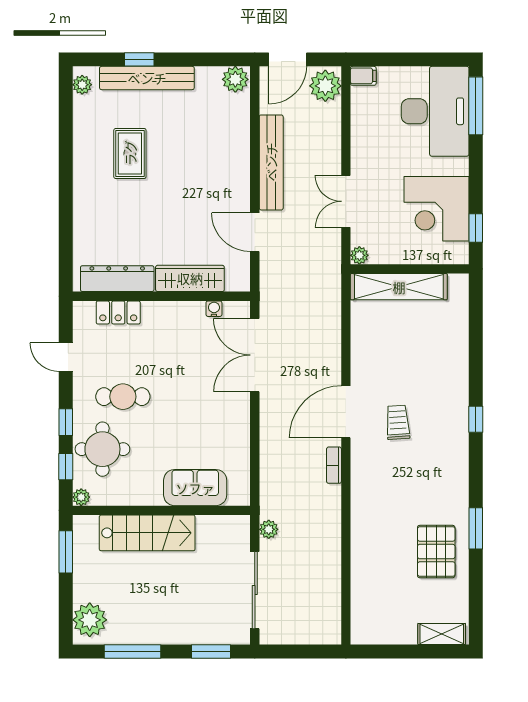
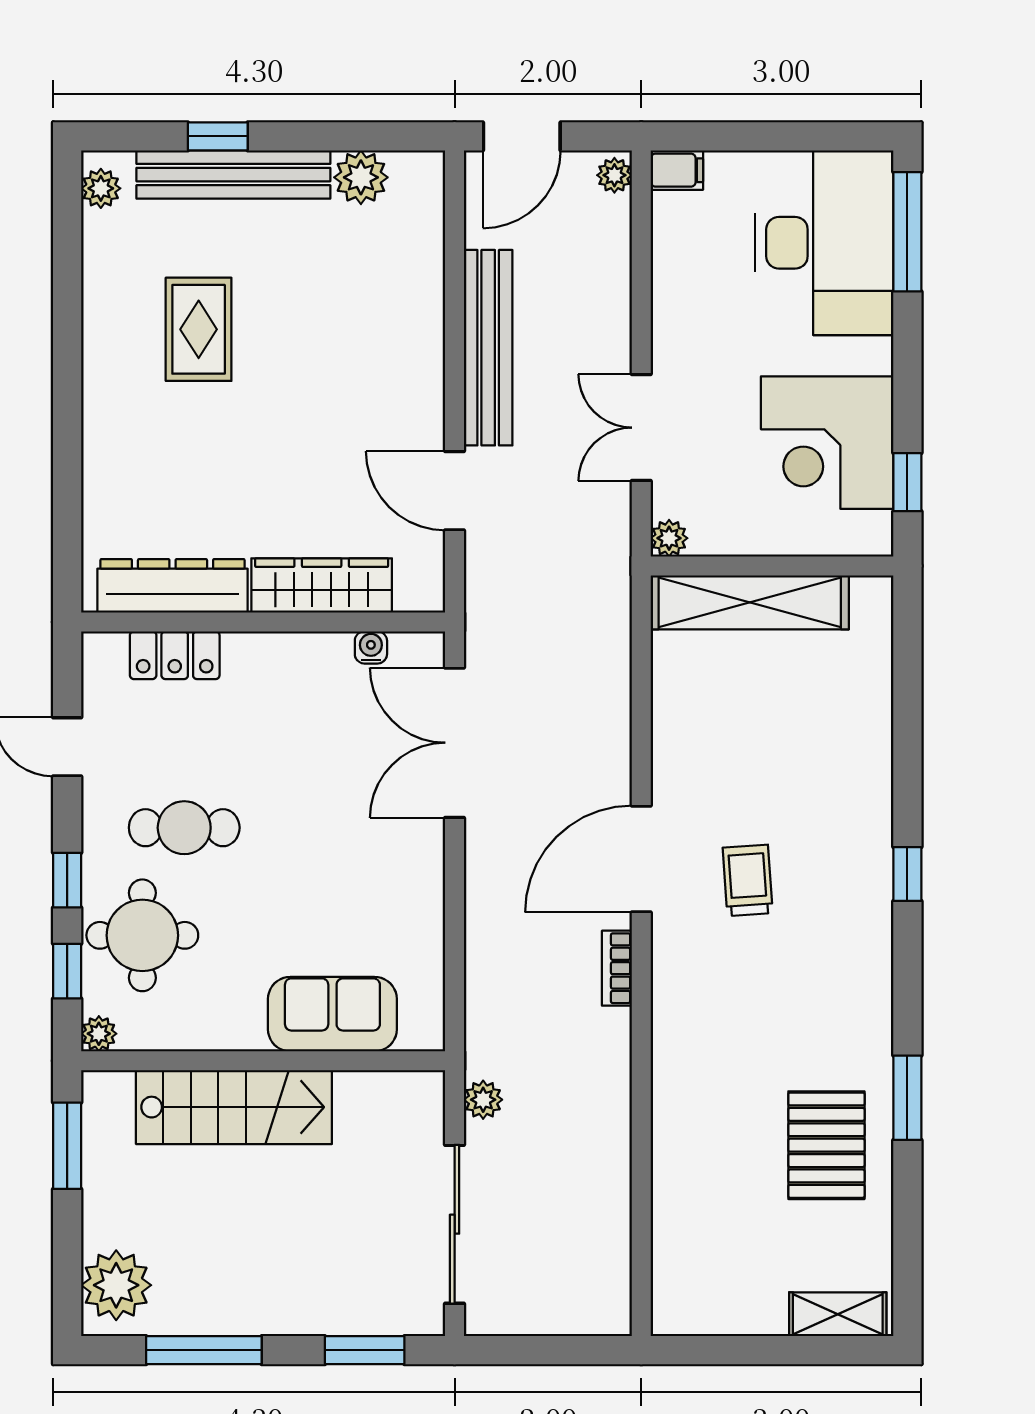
plant: (235, 79) -> (361, 177), moved
plant: (325, 86) -> (614, 175), width x0.53, depth x0.53

